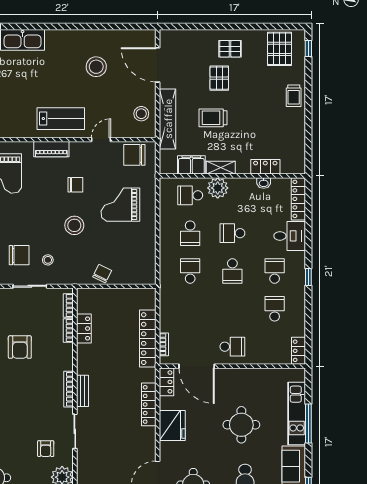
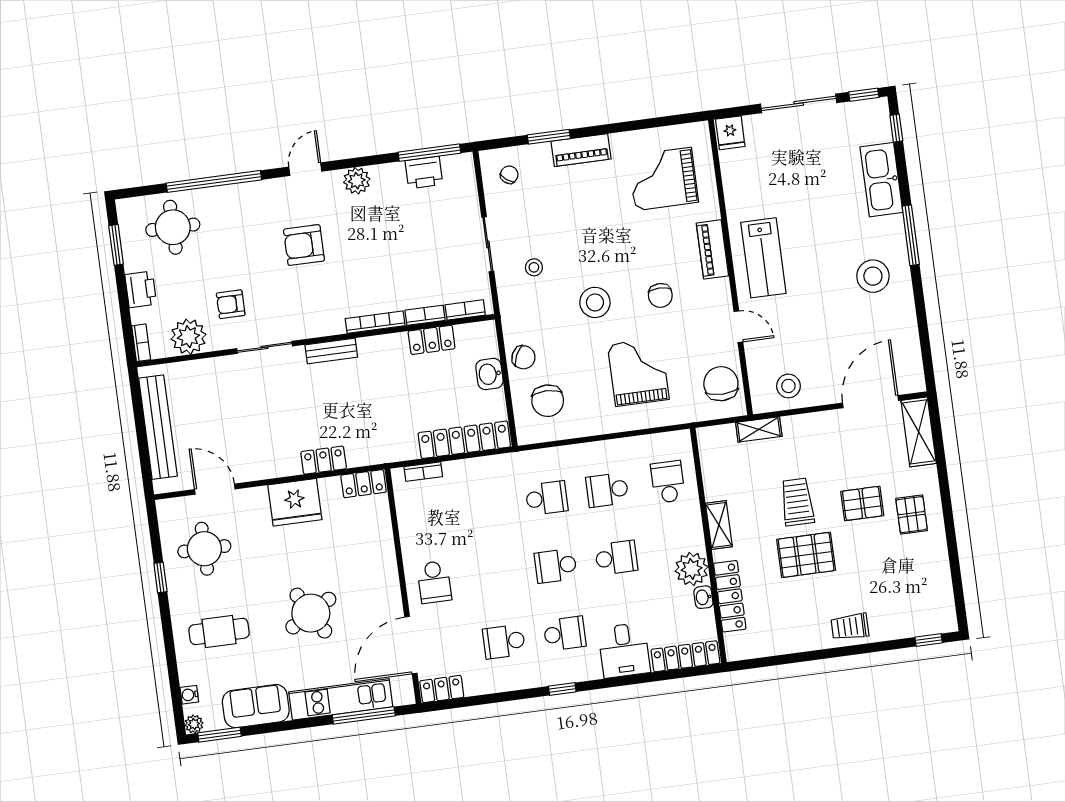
window: (59, 27) -> (911, 235), added
shelving: (180, 38) -> (919, 432), added
pallet: (280, 49) -> (806, 555), moved
stool: (96, 67) -> (873, 276), moved
shelving: (168, 119) -> (759, 429), width x0.45, depth x0.75
filing cabinet: (191, 165) -> (717, 477), removed
locker: (265, 167) -> (730, 596), width x1.53
plant: (218, 188) -> (692, 569), moved
school desk: (232, 233) -> (616, 558), turned 90
chair: (19, 255) -> (548, 401), moved
washbasin: (110, 296) -> (489, 374), added
school desk: (275, 309) -> (504, 642), turned 180
locker: (148, 339) -> (464, 440), moved
armchair: (20, 347) -> (304, 245), moved
door: (197, 366) -> (411, 645), moved
bookcase: (68, 389) -> (375, 322), moved
locker: (149, 404) -> (324, 460), width x0.66
window: (308, 423) -> (364, 715), moved
round table: (241, 425) -> (311, 613), turned -30

